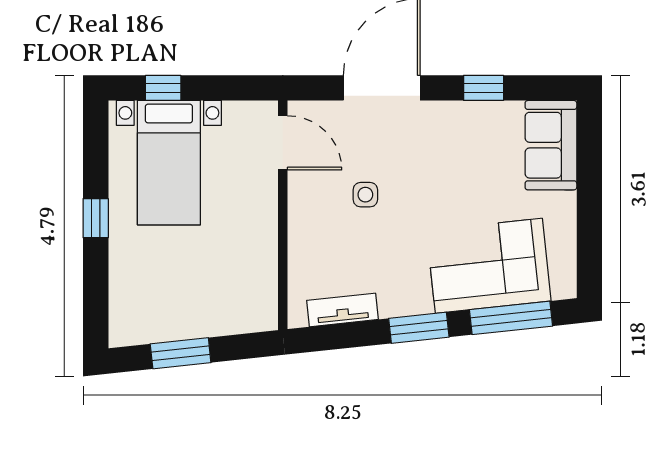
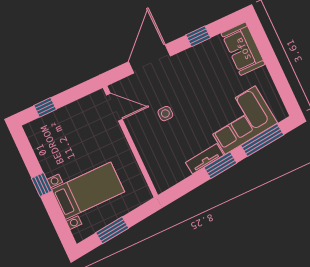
bed with nightstands: (169, 163) -> (88, 191), moved, turned -90
tv unit: (342, 310) -> (205, 159), moved

